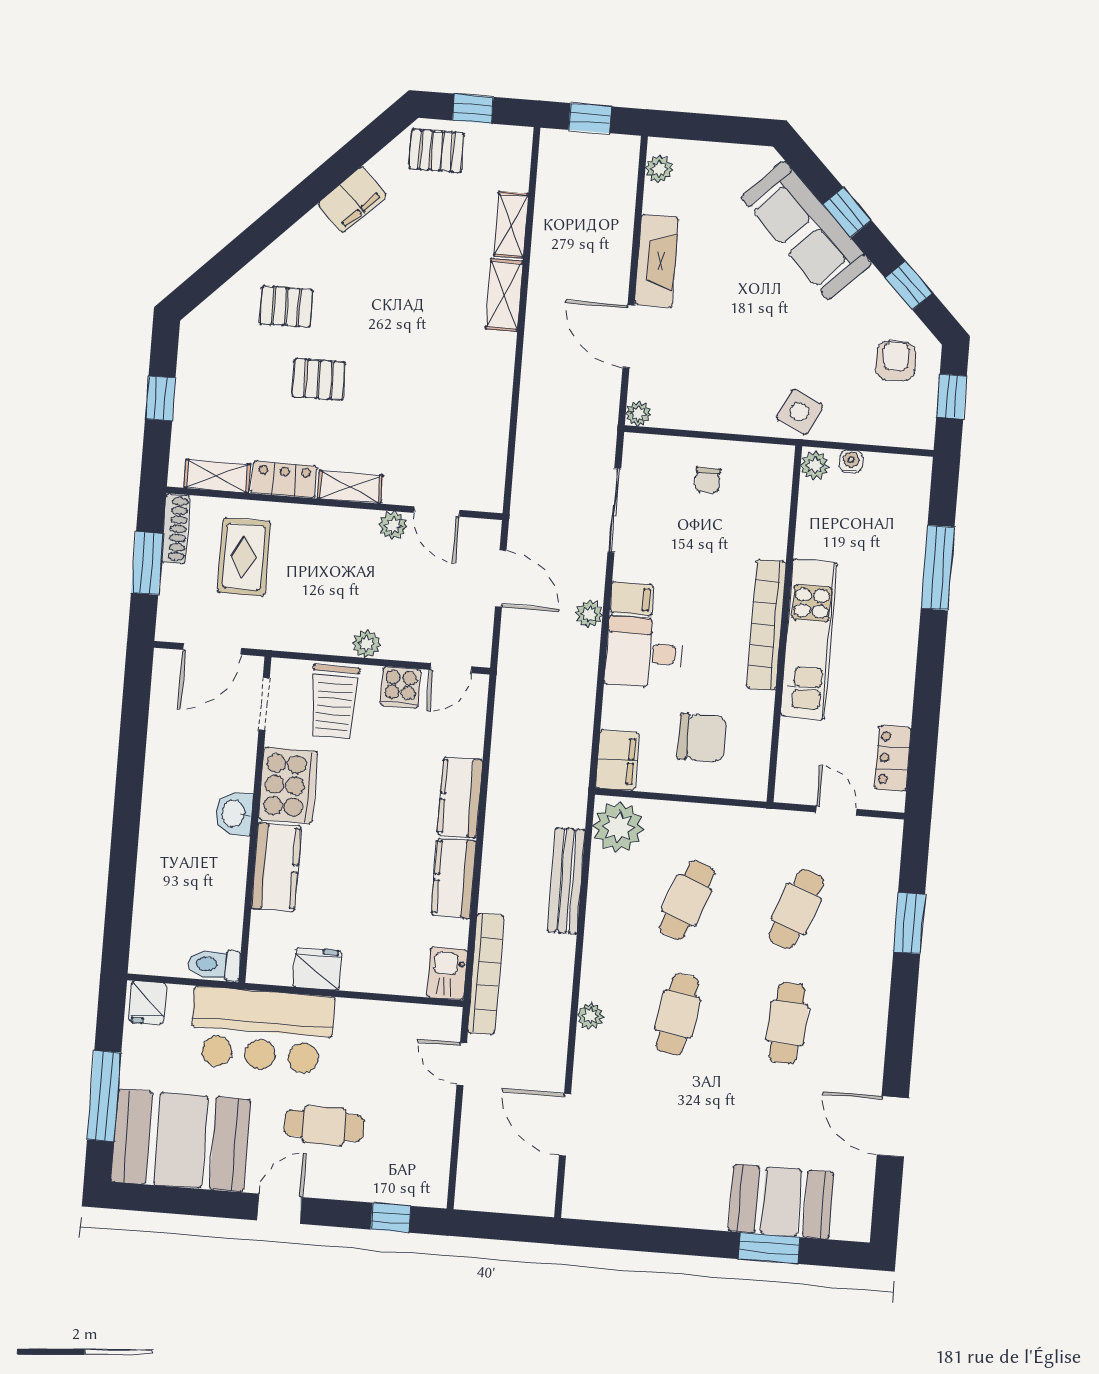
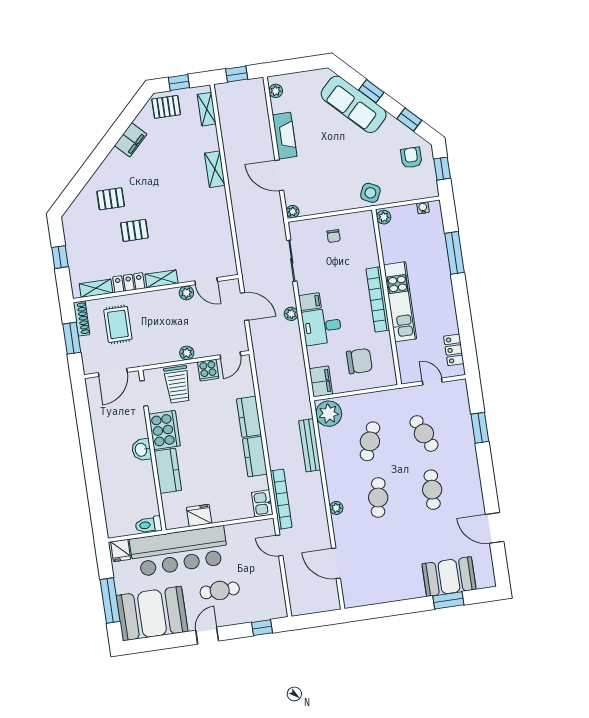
shelving: (511, 225) -> (207, 109), moved
water cooler: (851, 461) -> (423, 208), moved
cafe table: (796, 909) -> (424, 433), turned -45
bar counter: (262, 1030) -> (179, 551), width x1.36

